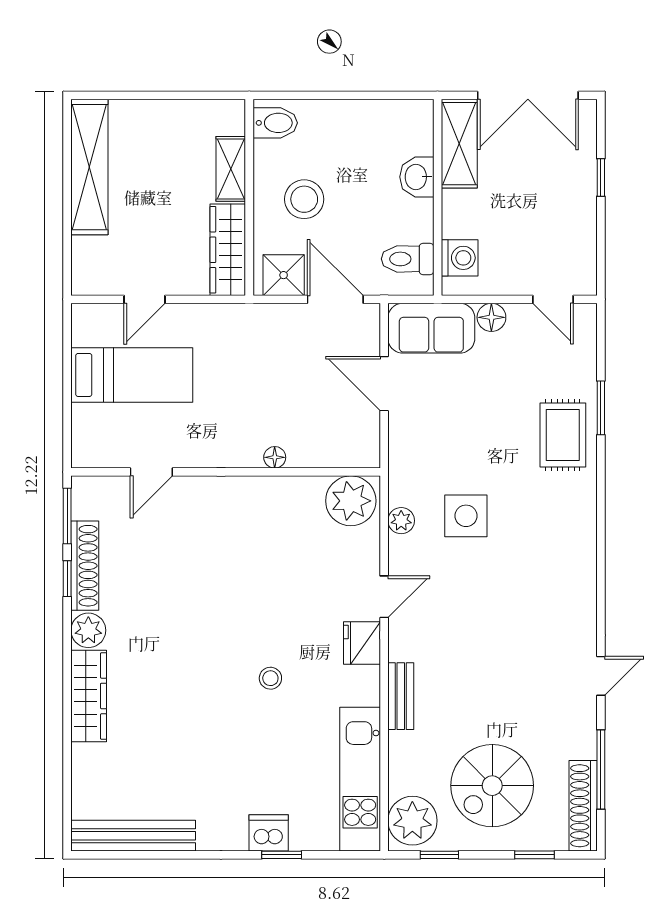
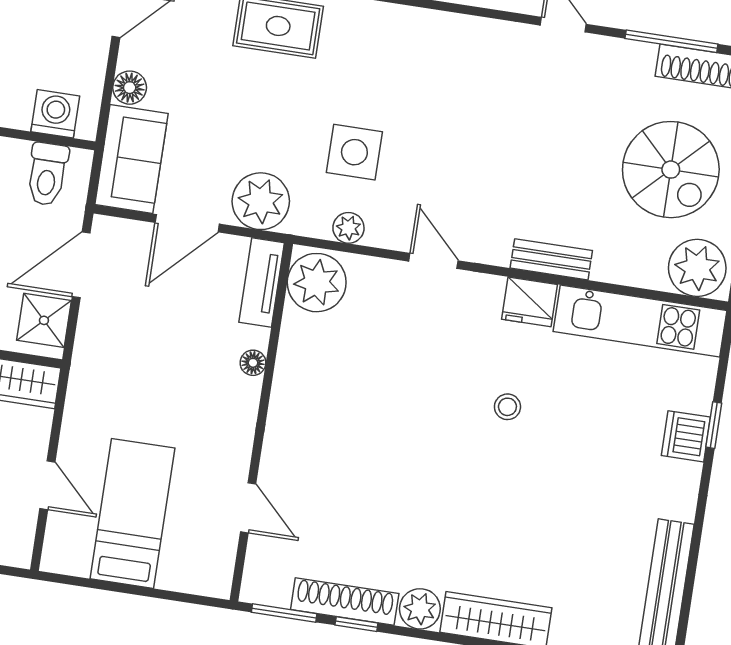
plant: (412, 443) -> (261, 201), added
tv unit: (344, 454) -> (262, 282), added
fridge: (362, 643) -> (529, 302), moved

